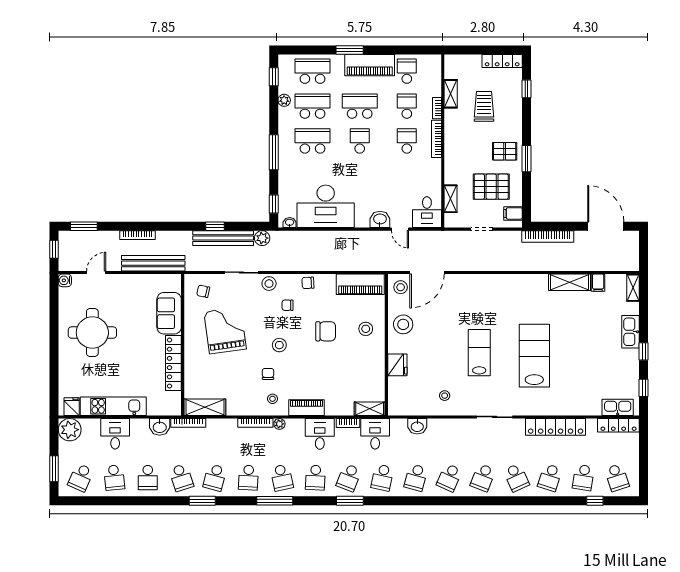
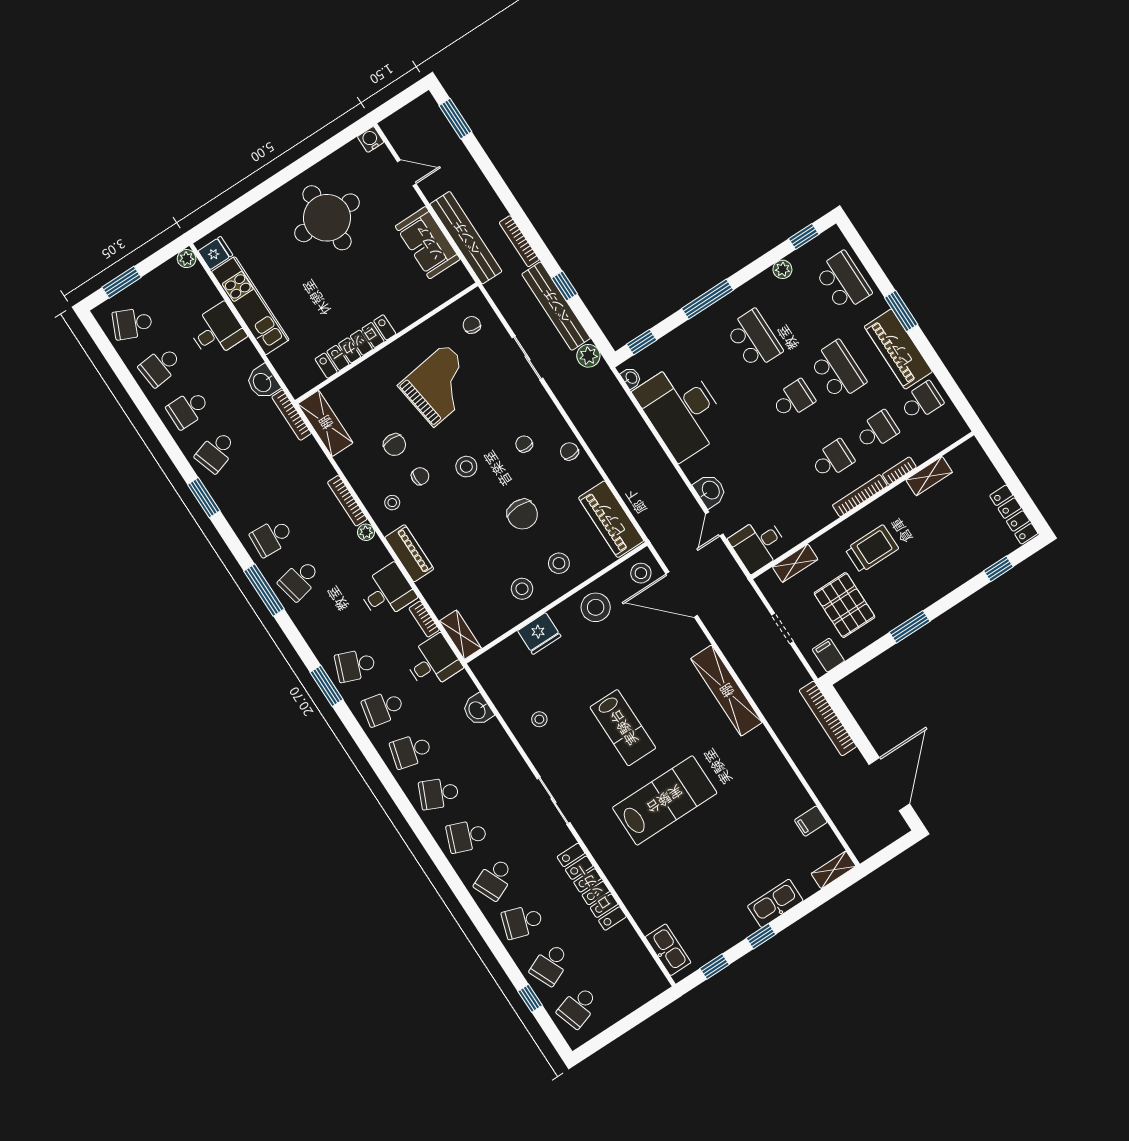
school desk: (313, 106) -> (799, 310), removed
trolley: (484, 106) -> (872, 549), moved
pallet: (505, 151) -> (901, 593), removed
bookcase: (138, 235) -> (519, 241), moved
window: (54, 249) -> (401, 100), removed
shelving: (569, 282) -> (726, 691), moved, width x1.47
stool: (269, 284) -> (522, 589), moved
sofa: (169, 313) -> (428, 243), moved, turned -90
lab bench: (479, 353) -> (623, 728), turned 90
chair: (242, 377) -> (395, 445), added
locker: (618, 425) -> (646, 966), removed
plant: (70, 430) -> (187, 259), width x0.53, depth x0.53
school desk: (215, 478) -> (244, 494), removed
school desk: (315, 478) -> (327, 623), removed
school desk: (583, 478) -> (550, 964), turned -33

